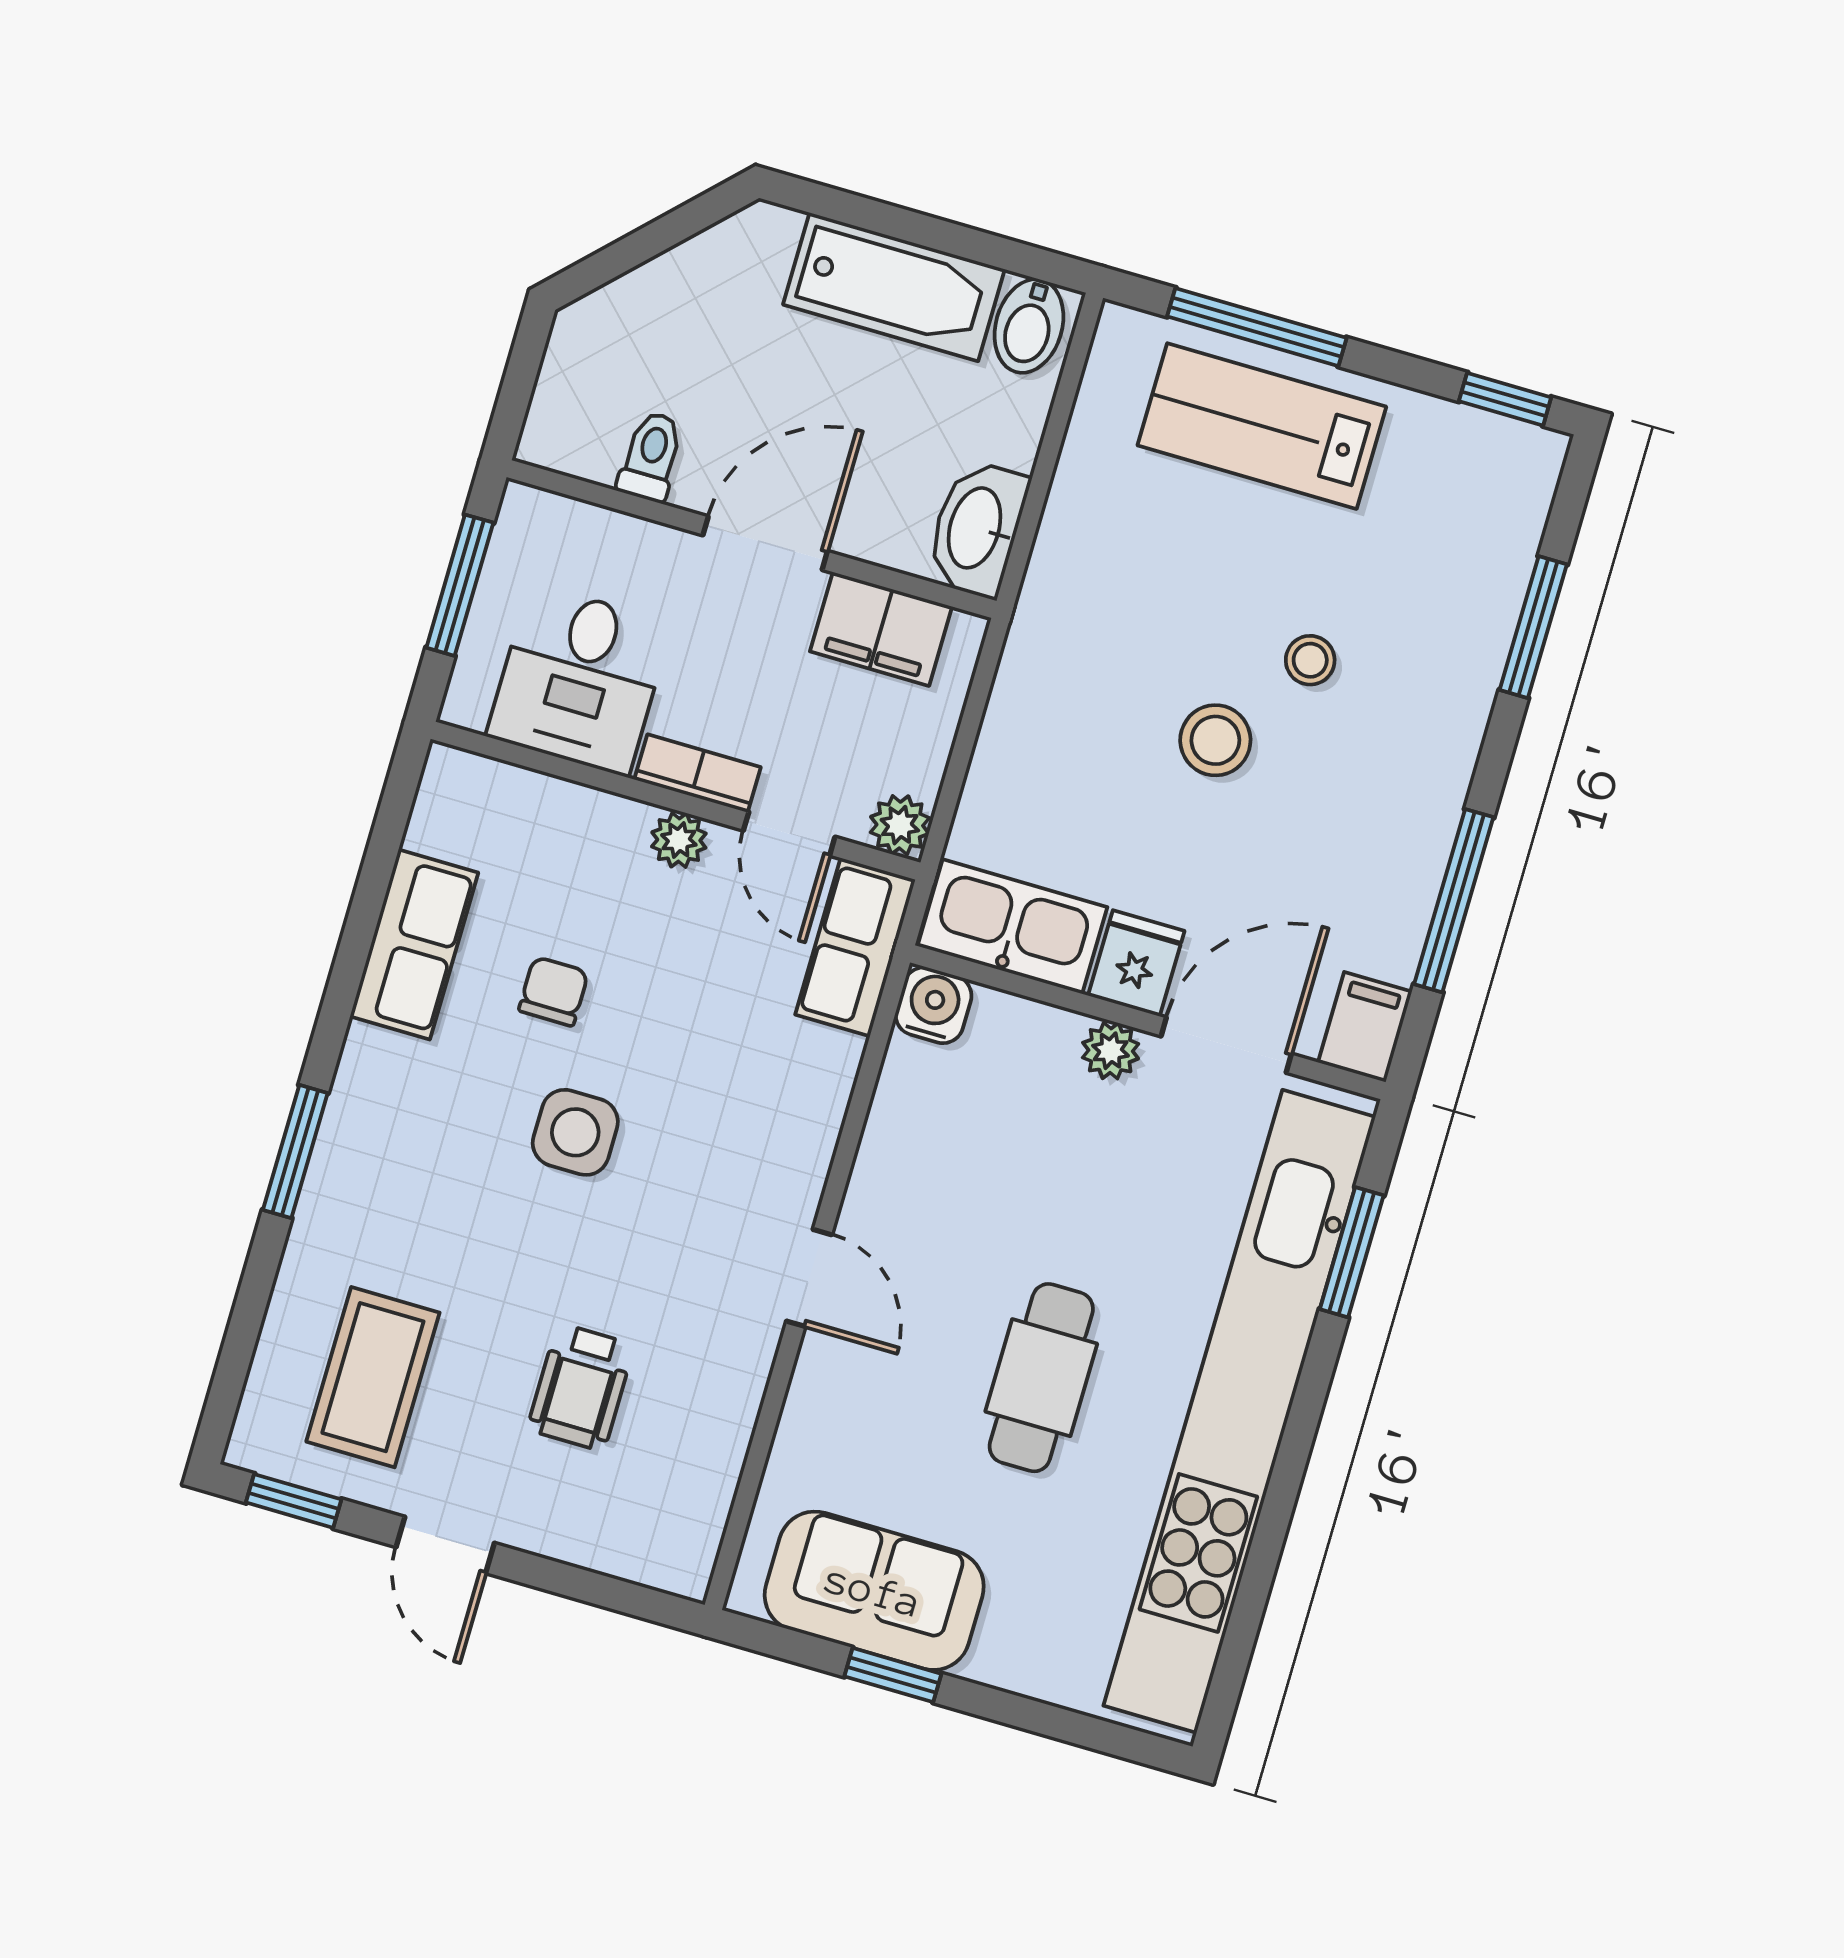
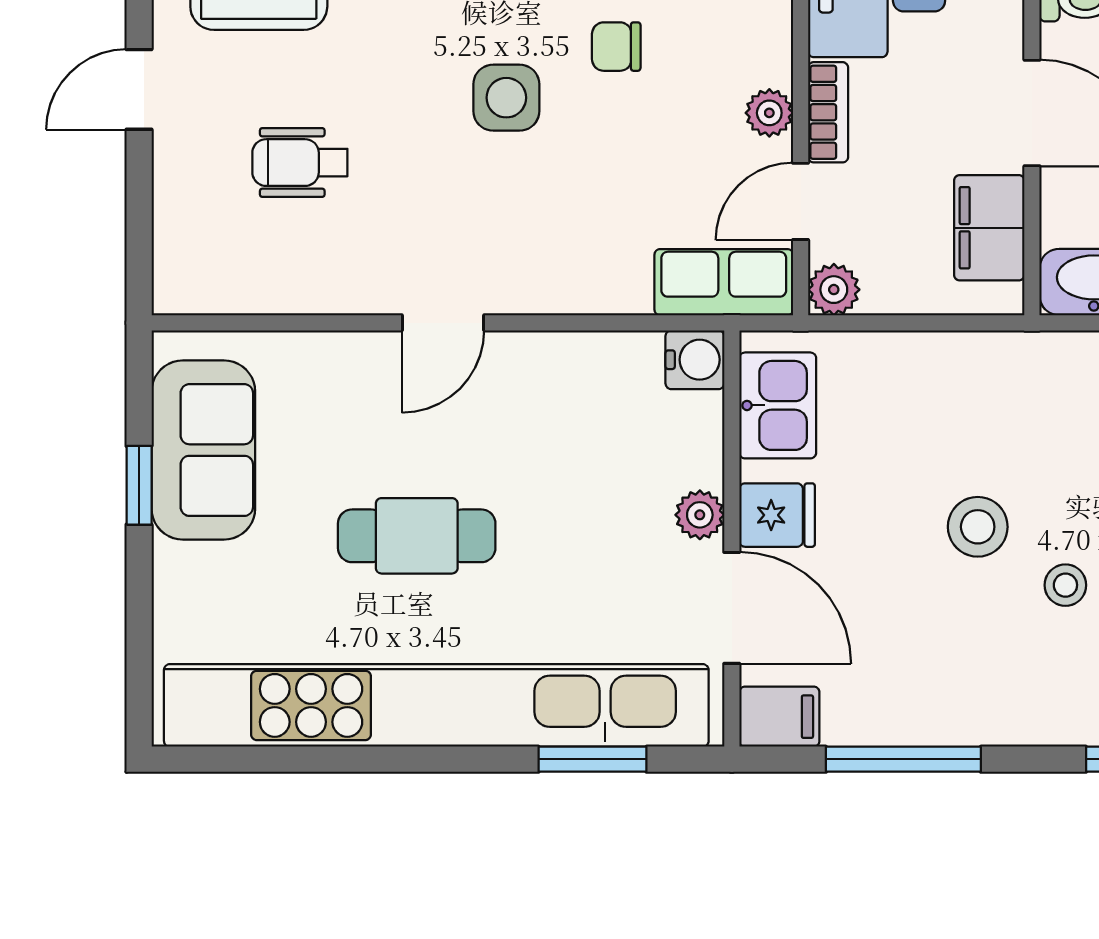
kitchen sink: (1012, 927) -> (778, 405), width x0.73
chair: (554, 991) -> (616, 47), turned 180

